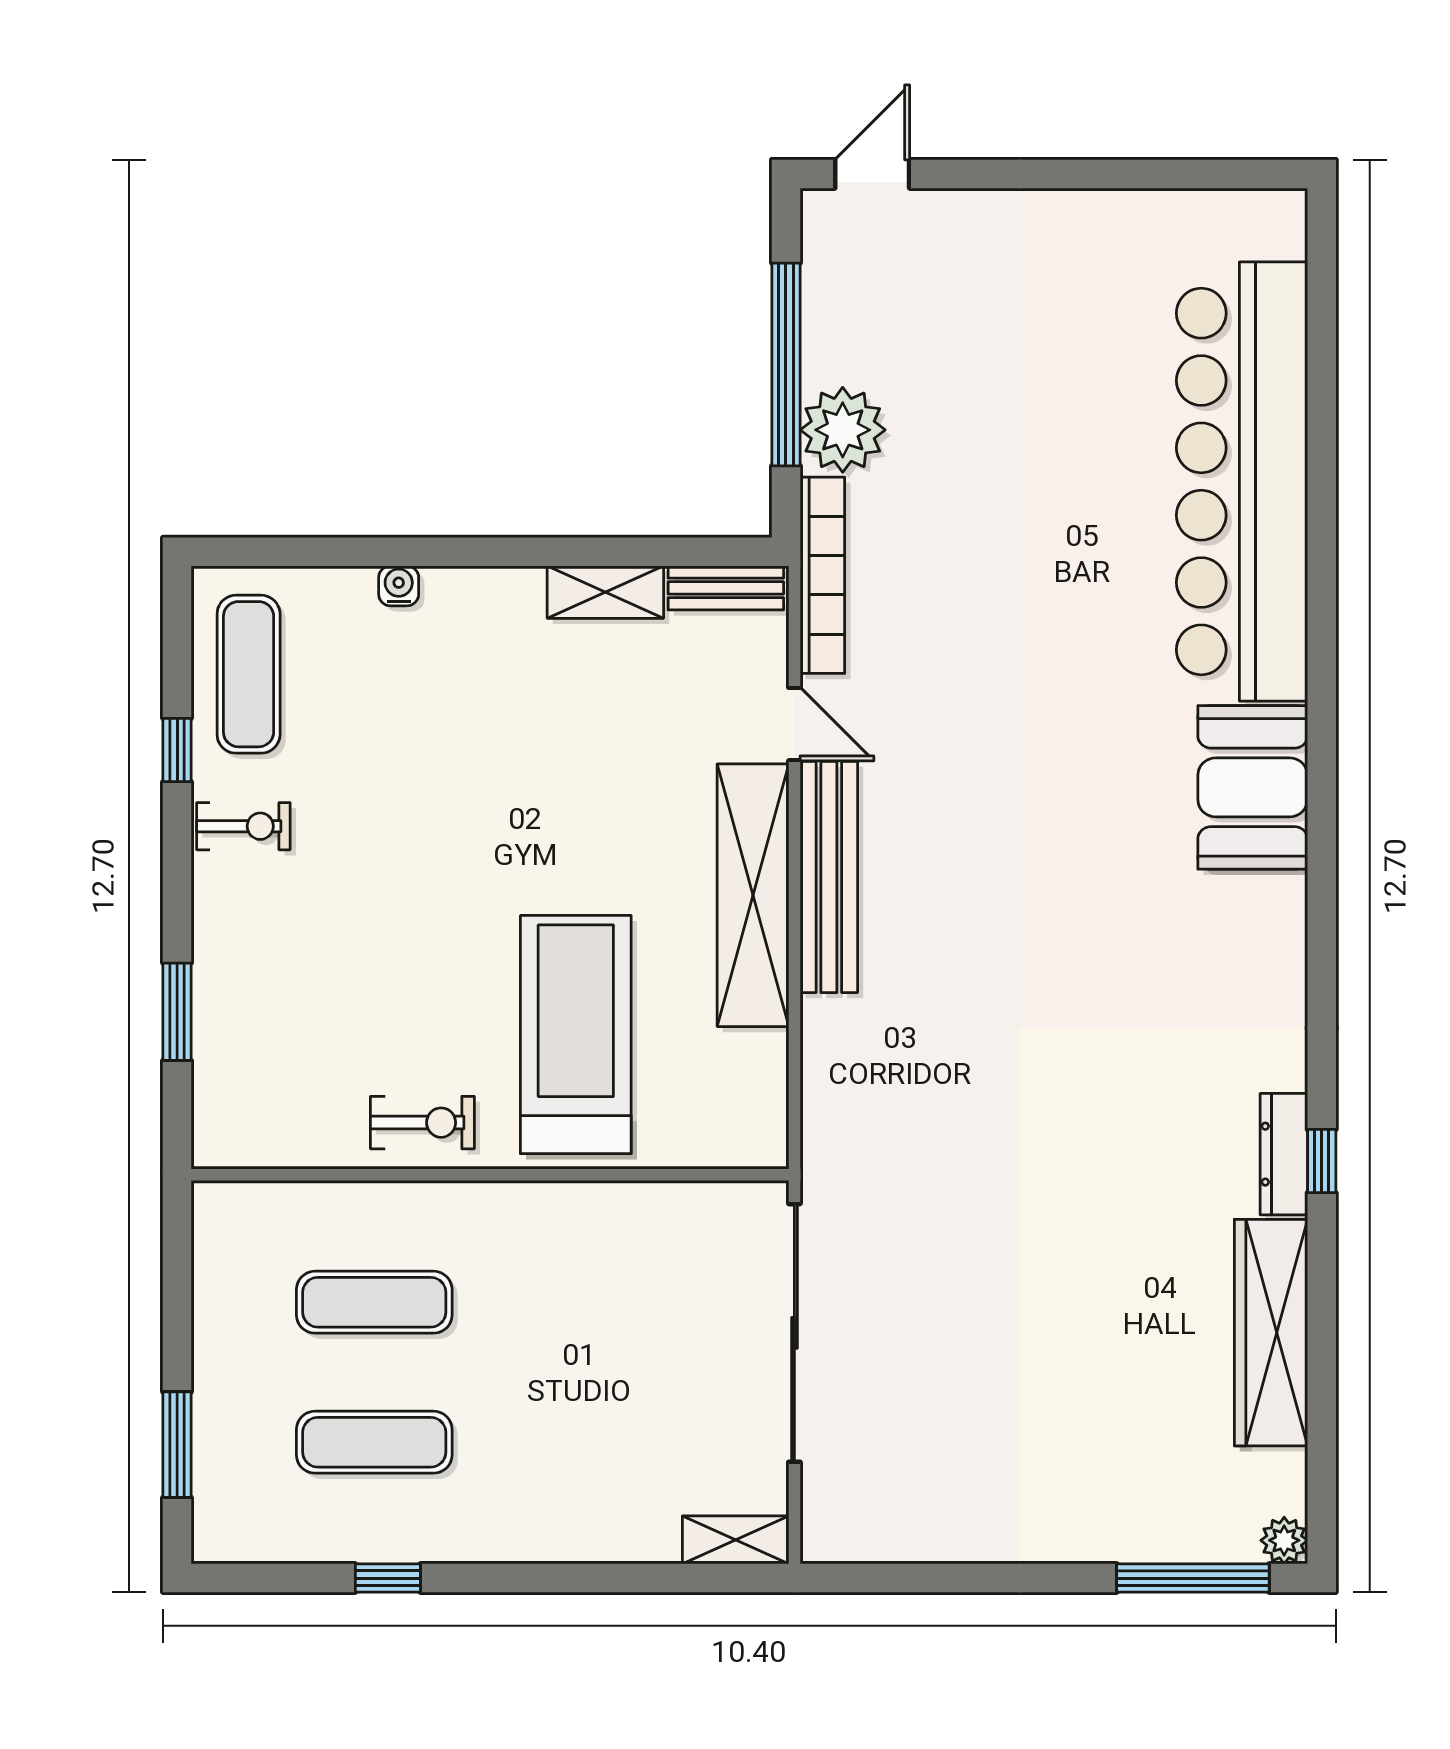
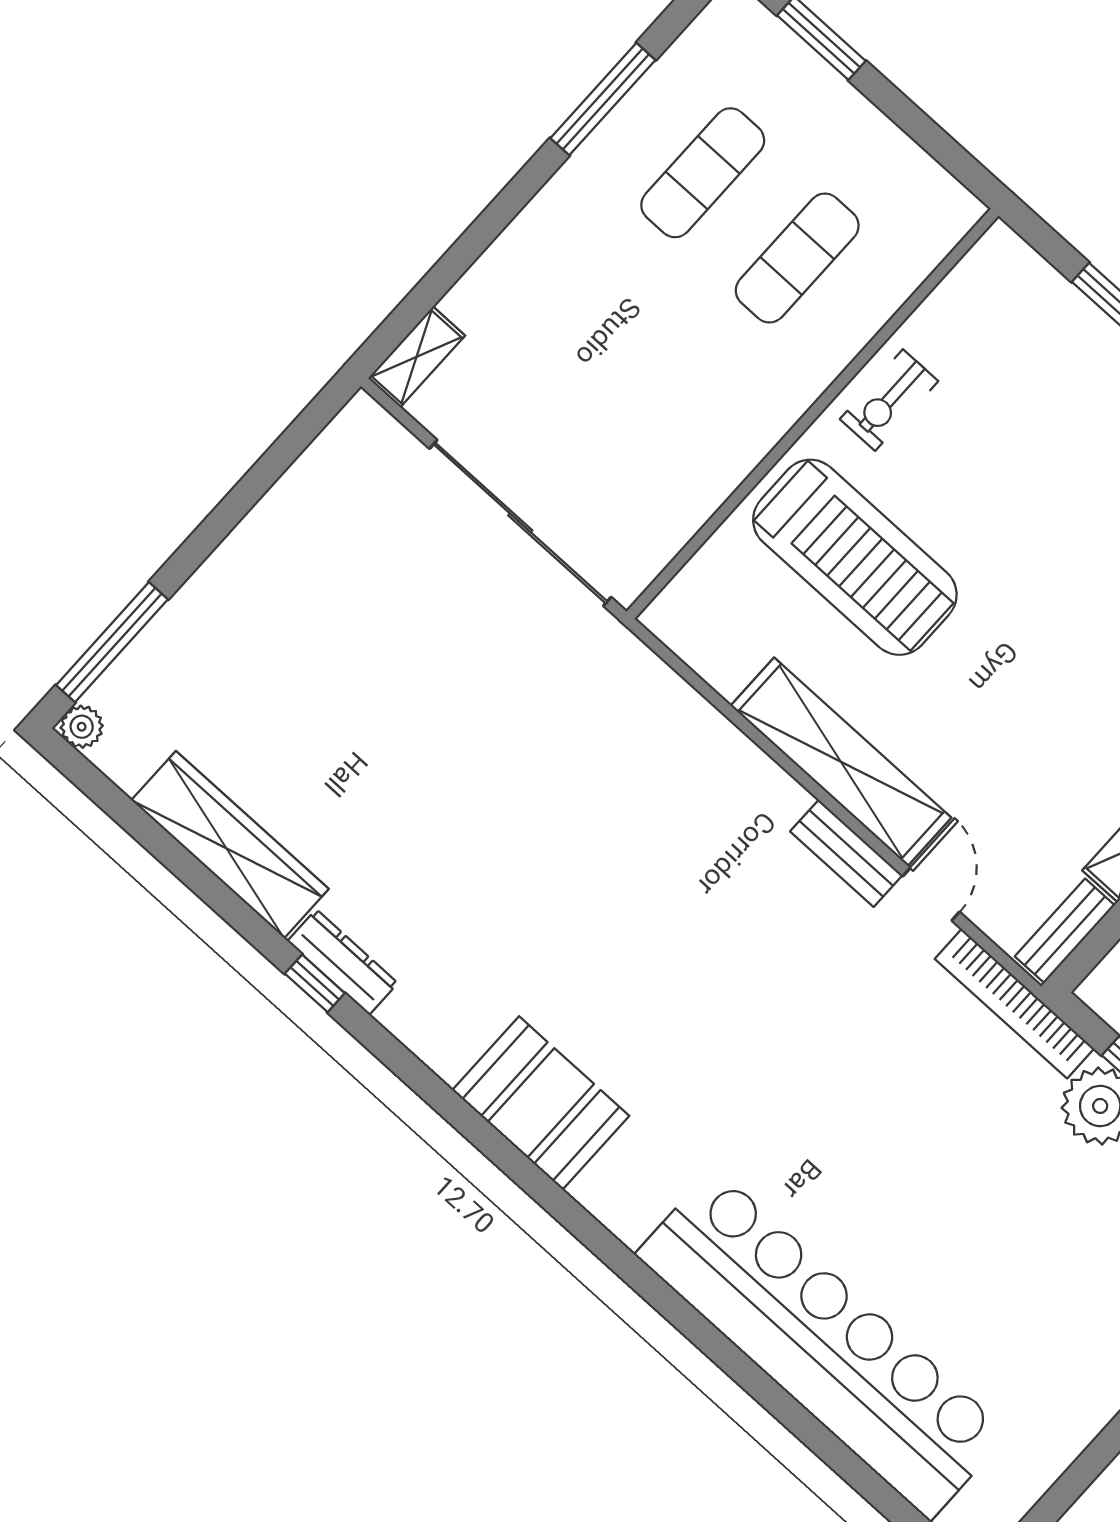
door: (794, 724) -> (931, 894), swing flipped
booth: (1253, 787) -> (541, 1103), moved
bench: (829, 877) -> (846, 853), width x0.54, depth x0.82
window: (388, 1578) -> (603, 99), width x2.17

